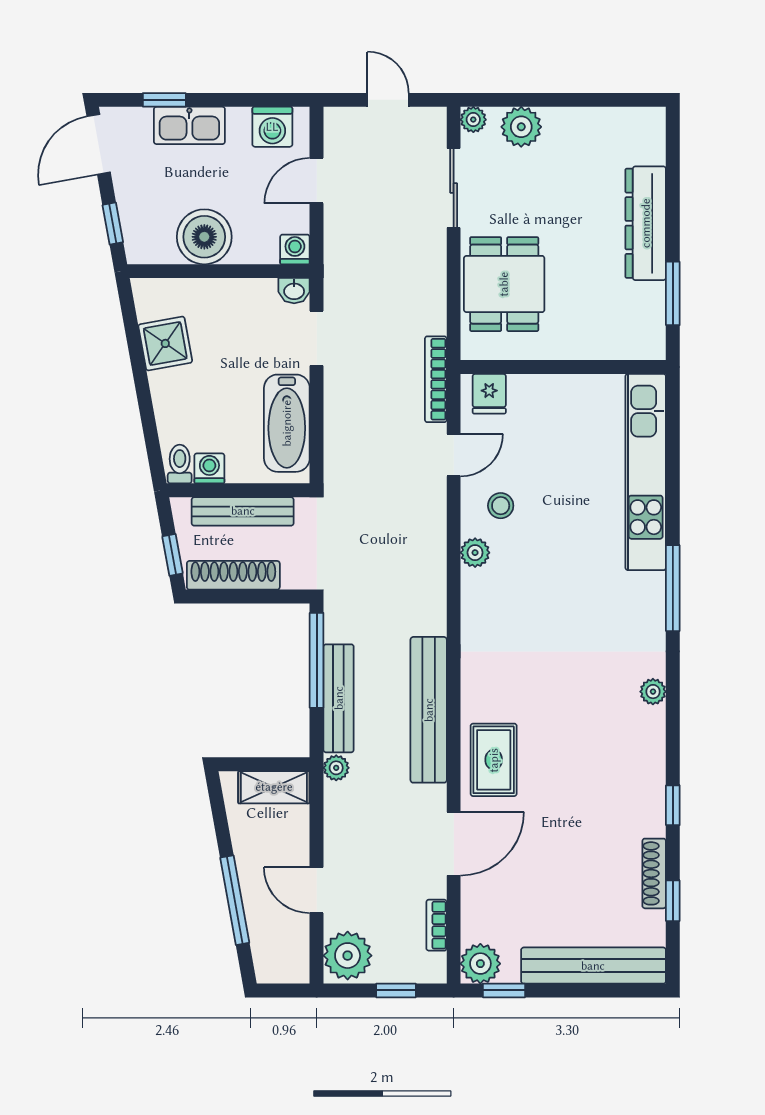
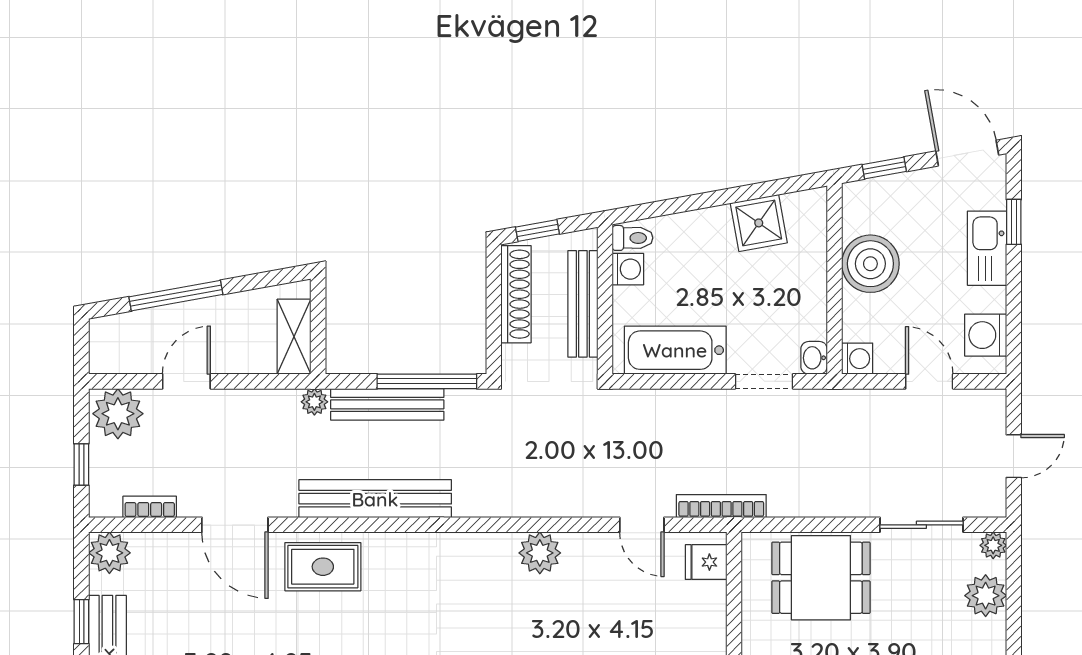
stool: (501, 506) -> (589, 574), removed
plant: (475, 553) -> (540, 553), width x1.38, depth x1.38
window: (504, 990) -> (81, 622), moved

